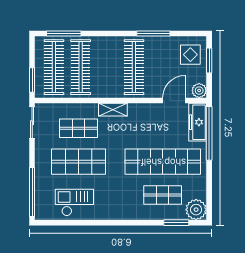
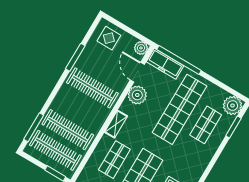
window: (209, 60) -> (122, 26), removed
plant: (152, 114) -> (137, 95), added

